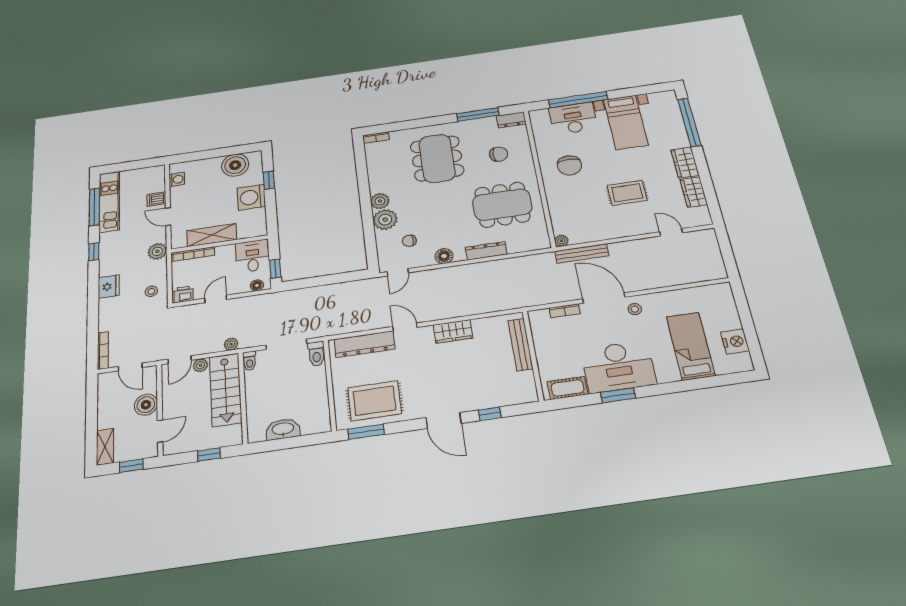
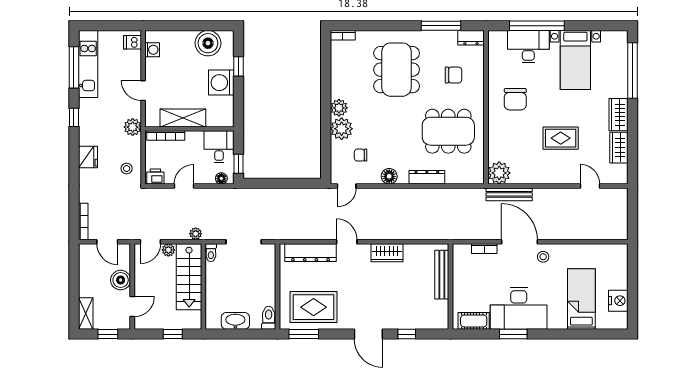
dishwasher: (156, 199) -> (132, 42), moved
plant: (561, 241) -> (499, 173), width x1.87, depth x1.87
toilet: (316, 354) -> (269, 318), moved, turned 180

